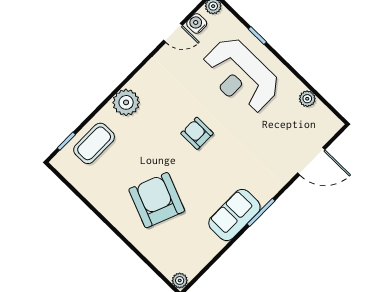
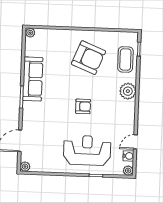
plant: (307, 99) -> (25, 167), moved
armchair: (157, 200) -> (89, 58), moved
sofa: (234, 215) -> (33, 79), width x1.36

